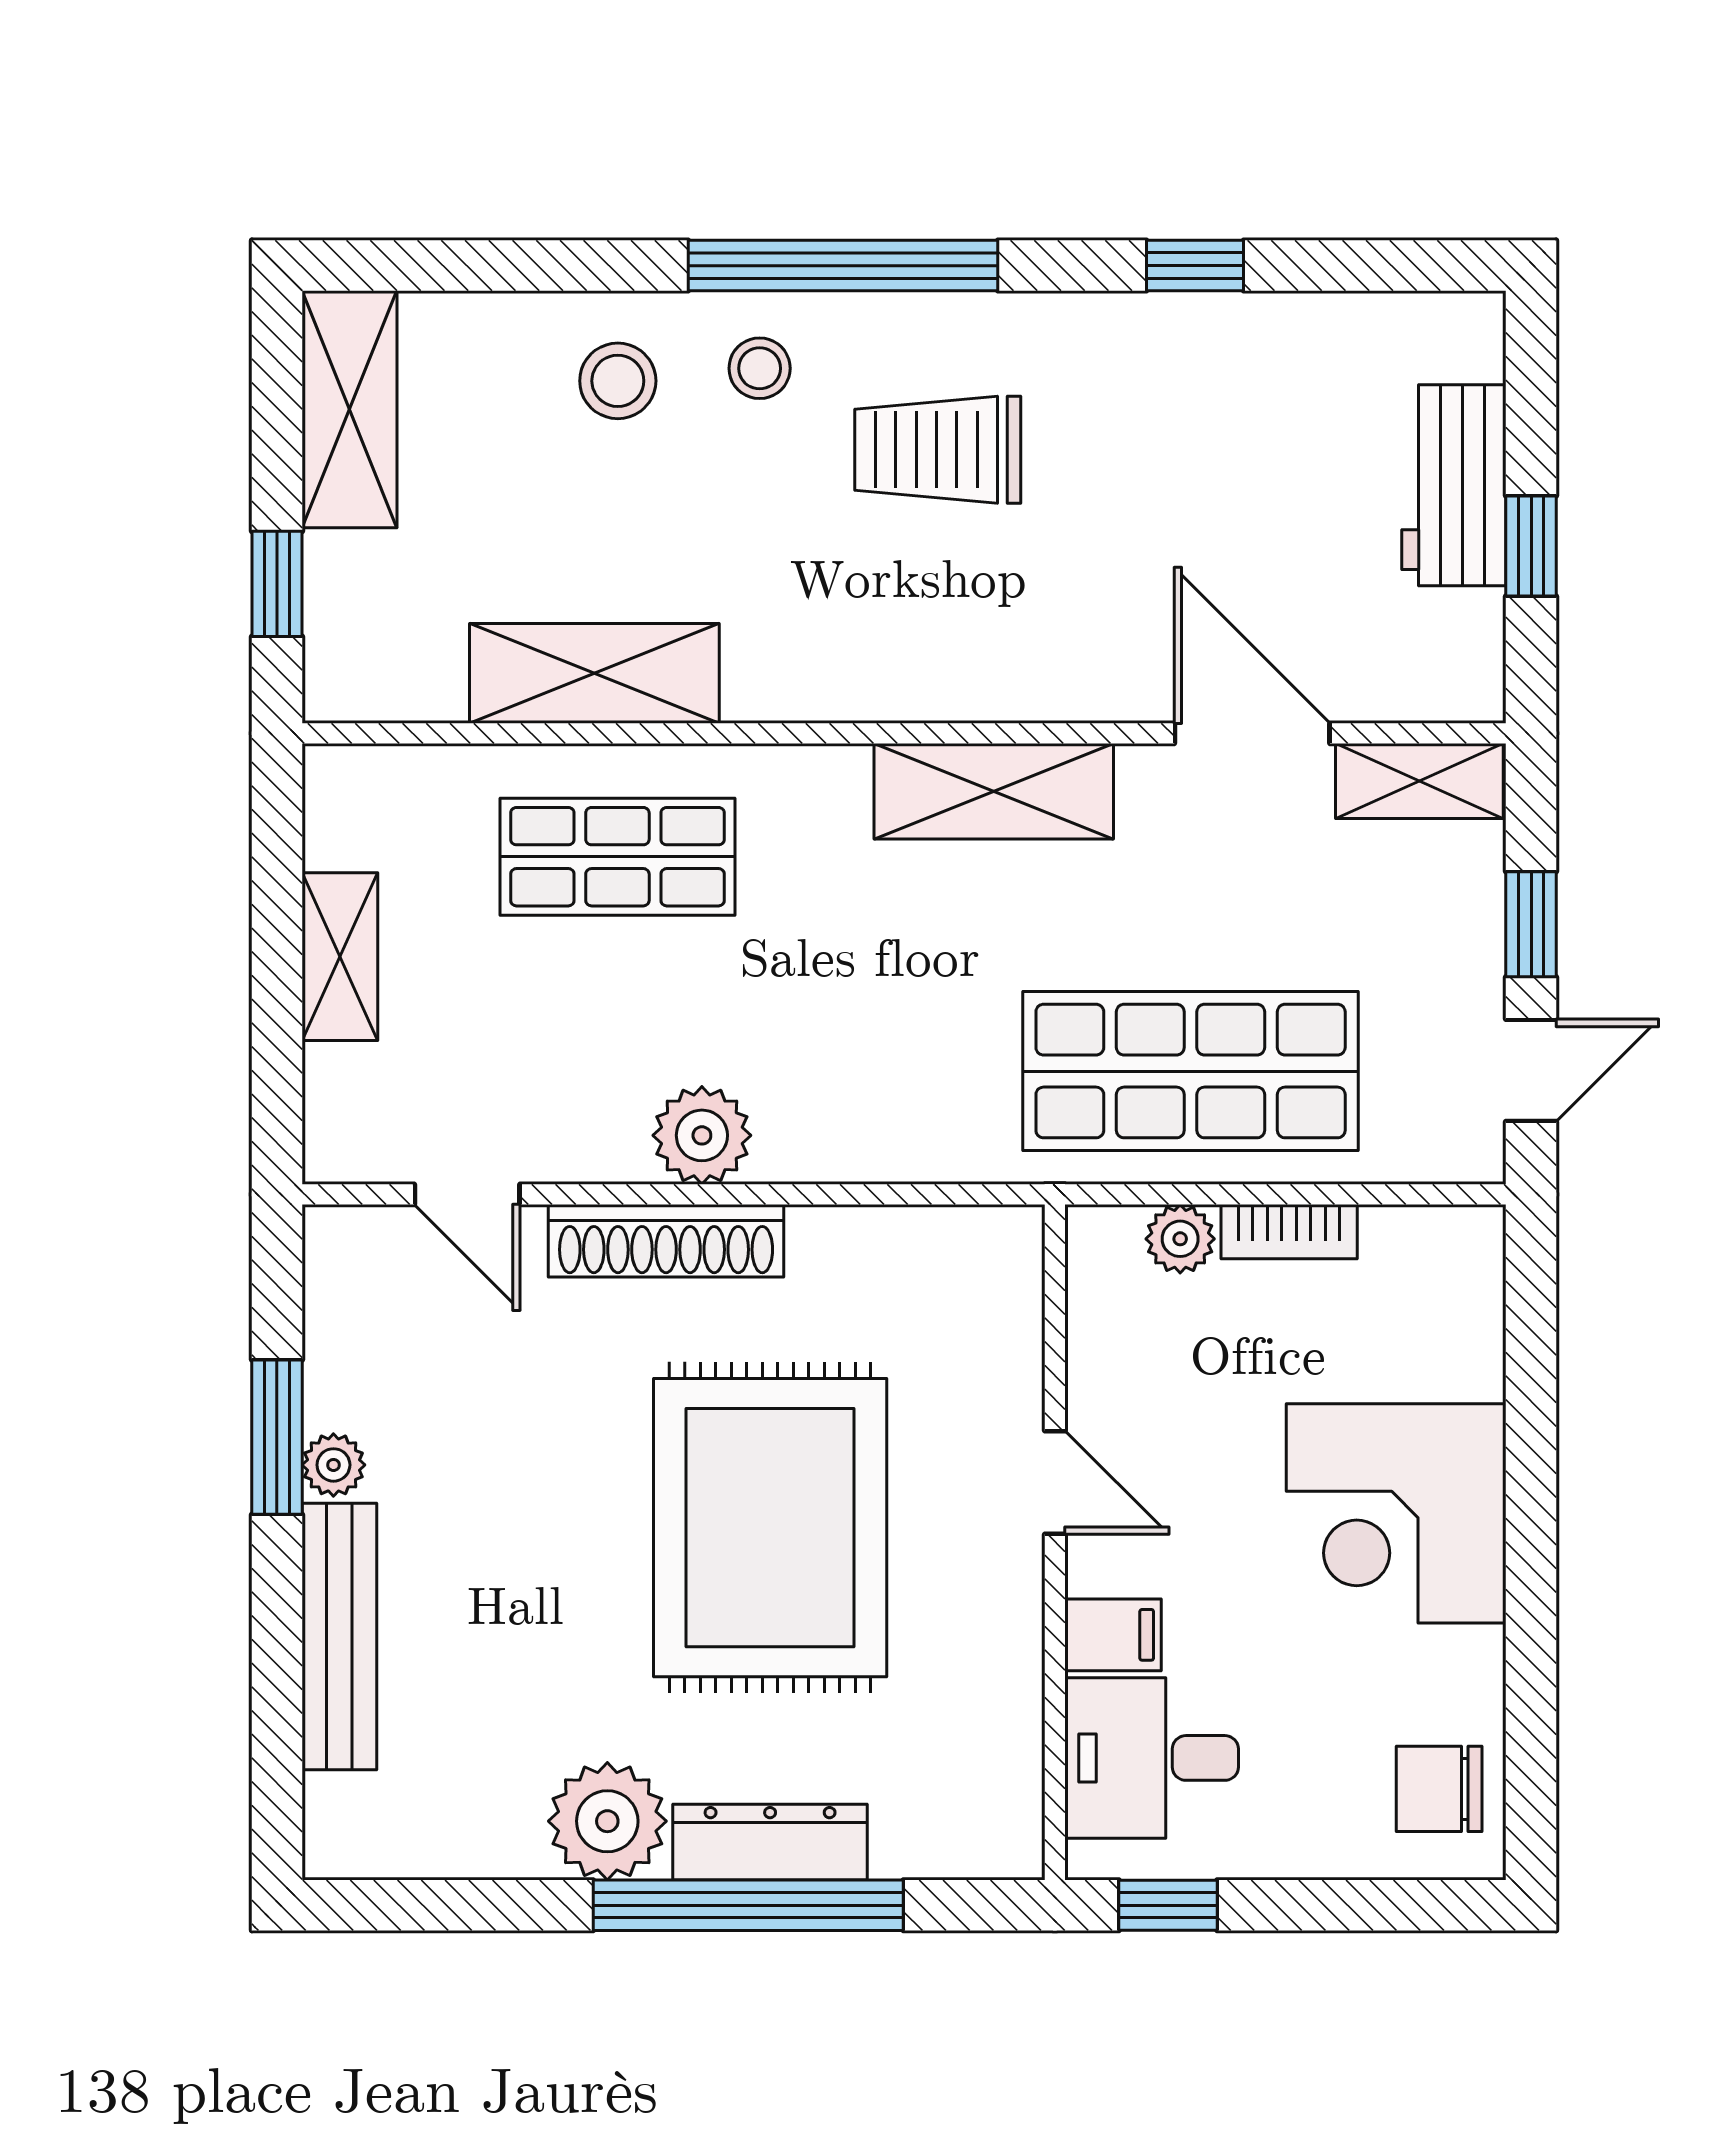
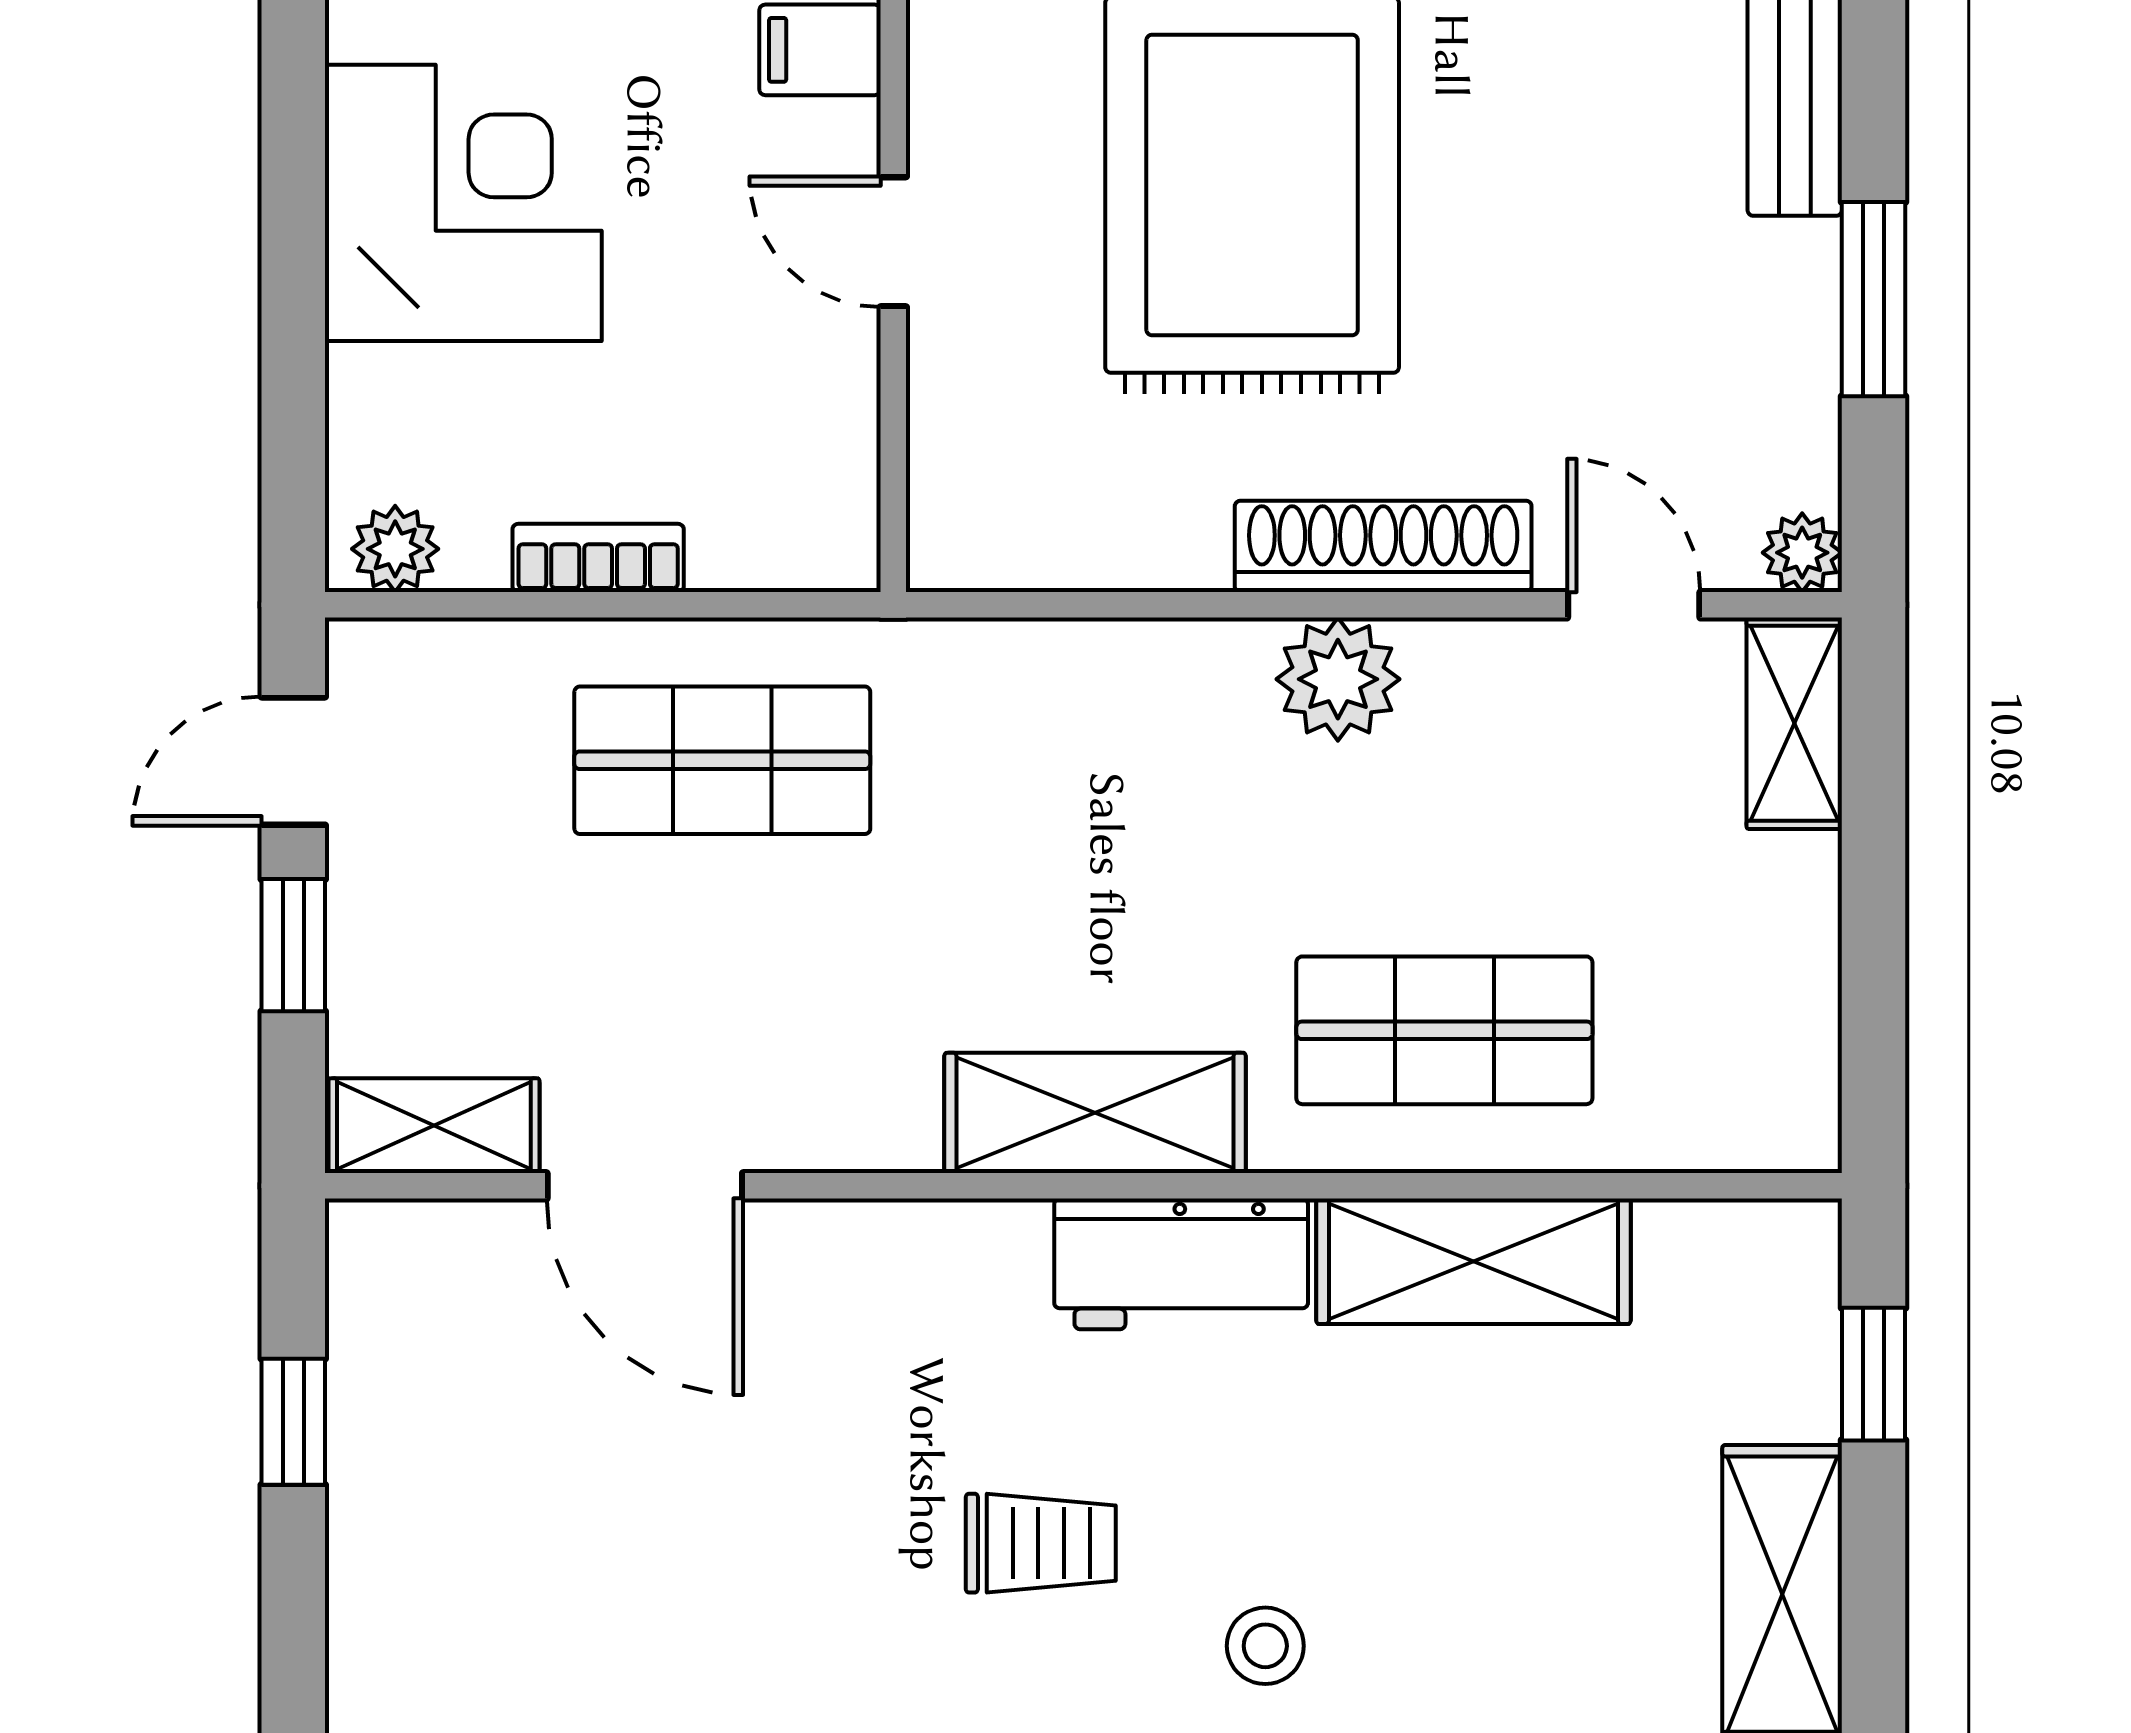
stool: (618, 381) -> (1444, 1630), removed
trolley: (938, 450) -> (1041, 1543), width x0.73, depth x0.72
workbench: (1454, 485) -> (1181, 1264), moved, turned 90
shelving: (994, 791) -> (1095, 1113), moved
shelving: (340, 957) -> (1794, 723), moved
shop shelf: (1191, 1071) -> (722, 760), width x0.70, depth x0.74
plant: (1180, 1239) -> (395, 549), moved
plant: (333, 1465) -> (1802, 553), moved

